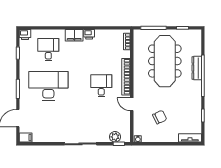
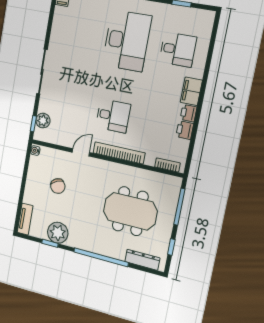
printer: (25, 34) -> (185, 130), moved
meeting table: (165, 61) -> (130, 211), width x0.73
dresser: (197, 68) -> (142, 260), moved
plant: (194, 111) -> (58, 233), added

